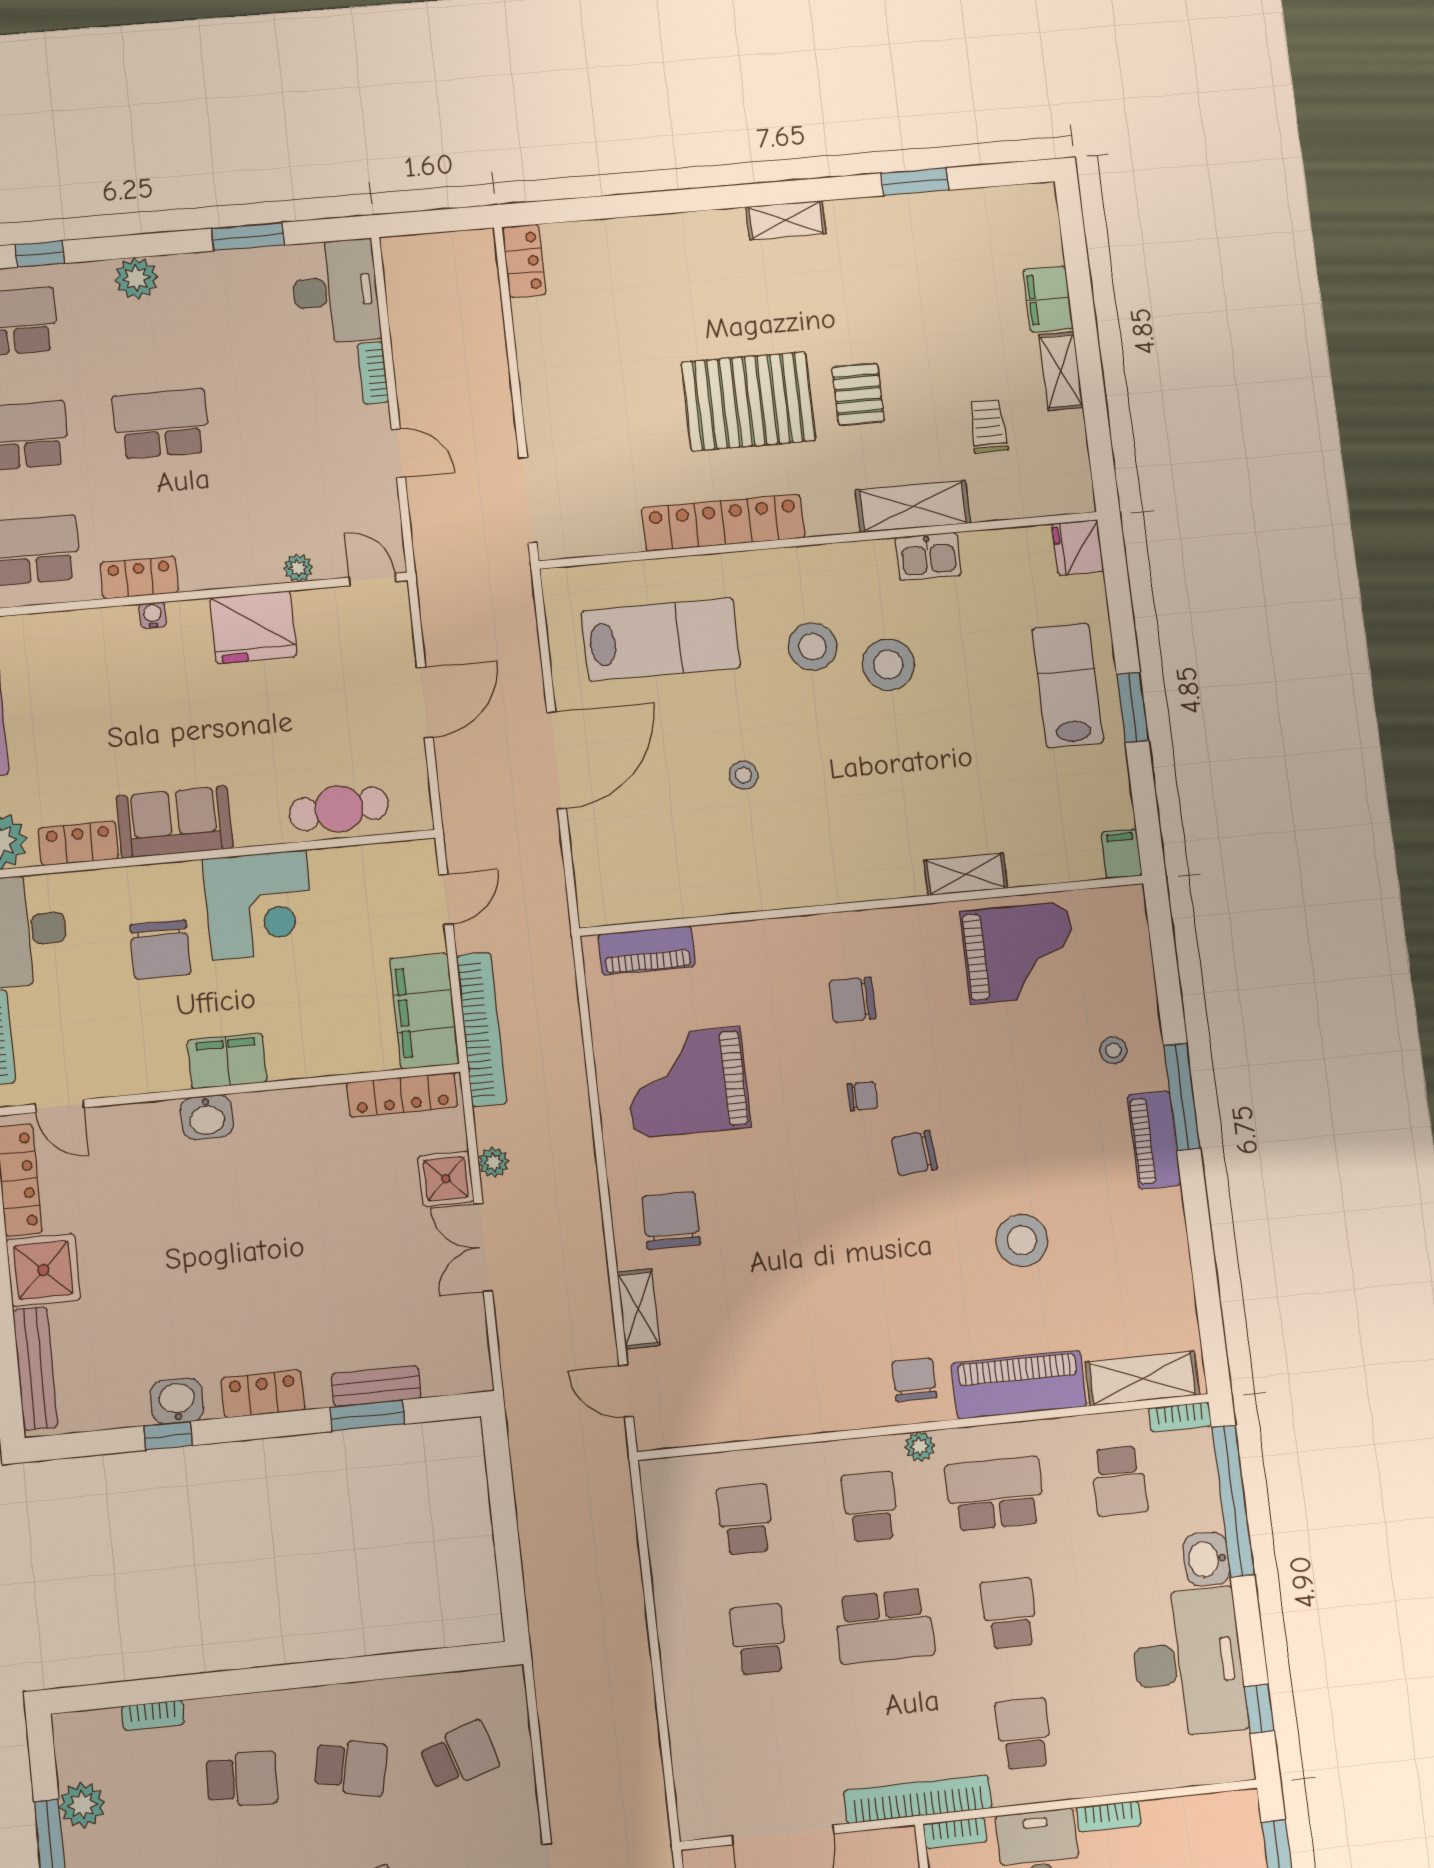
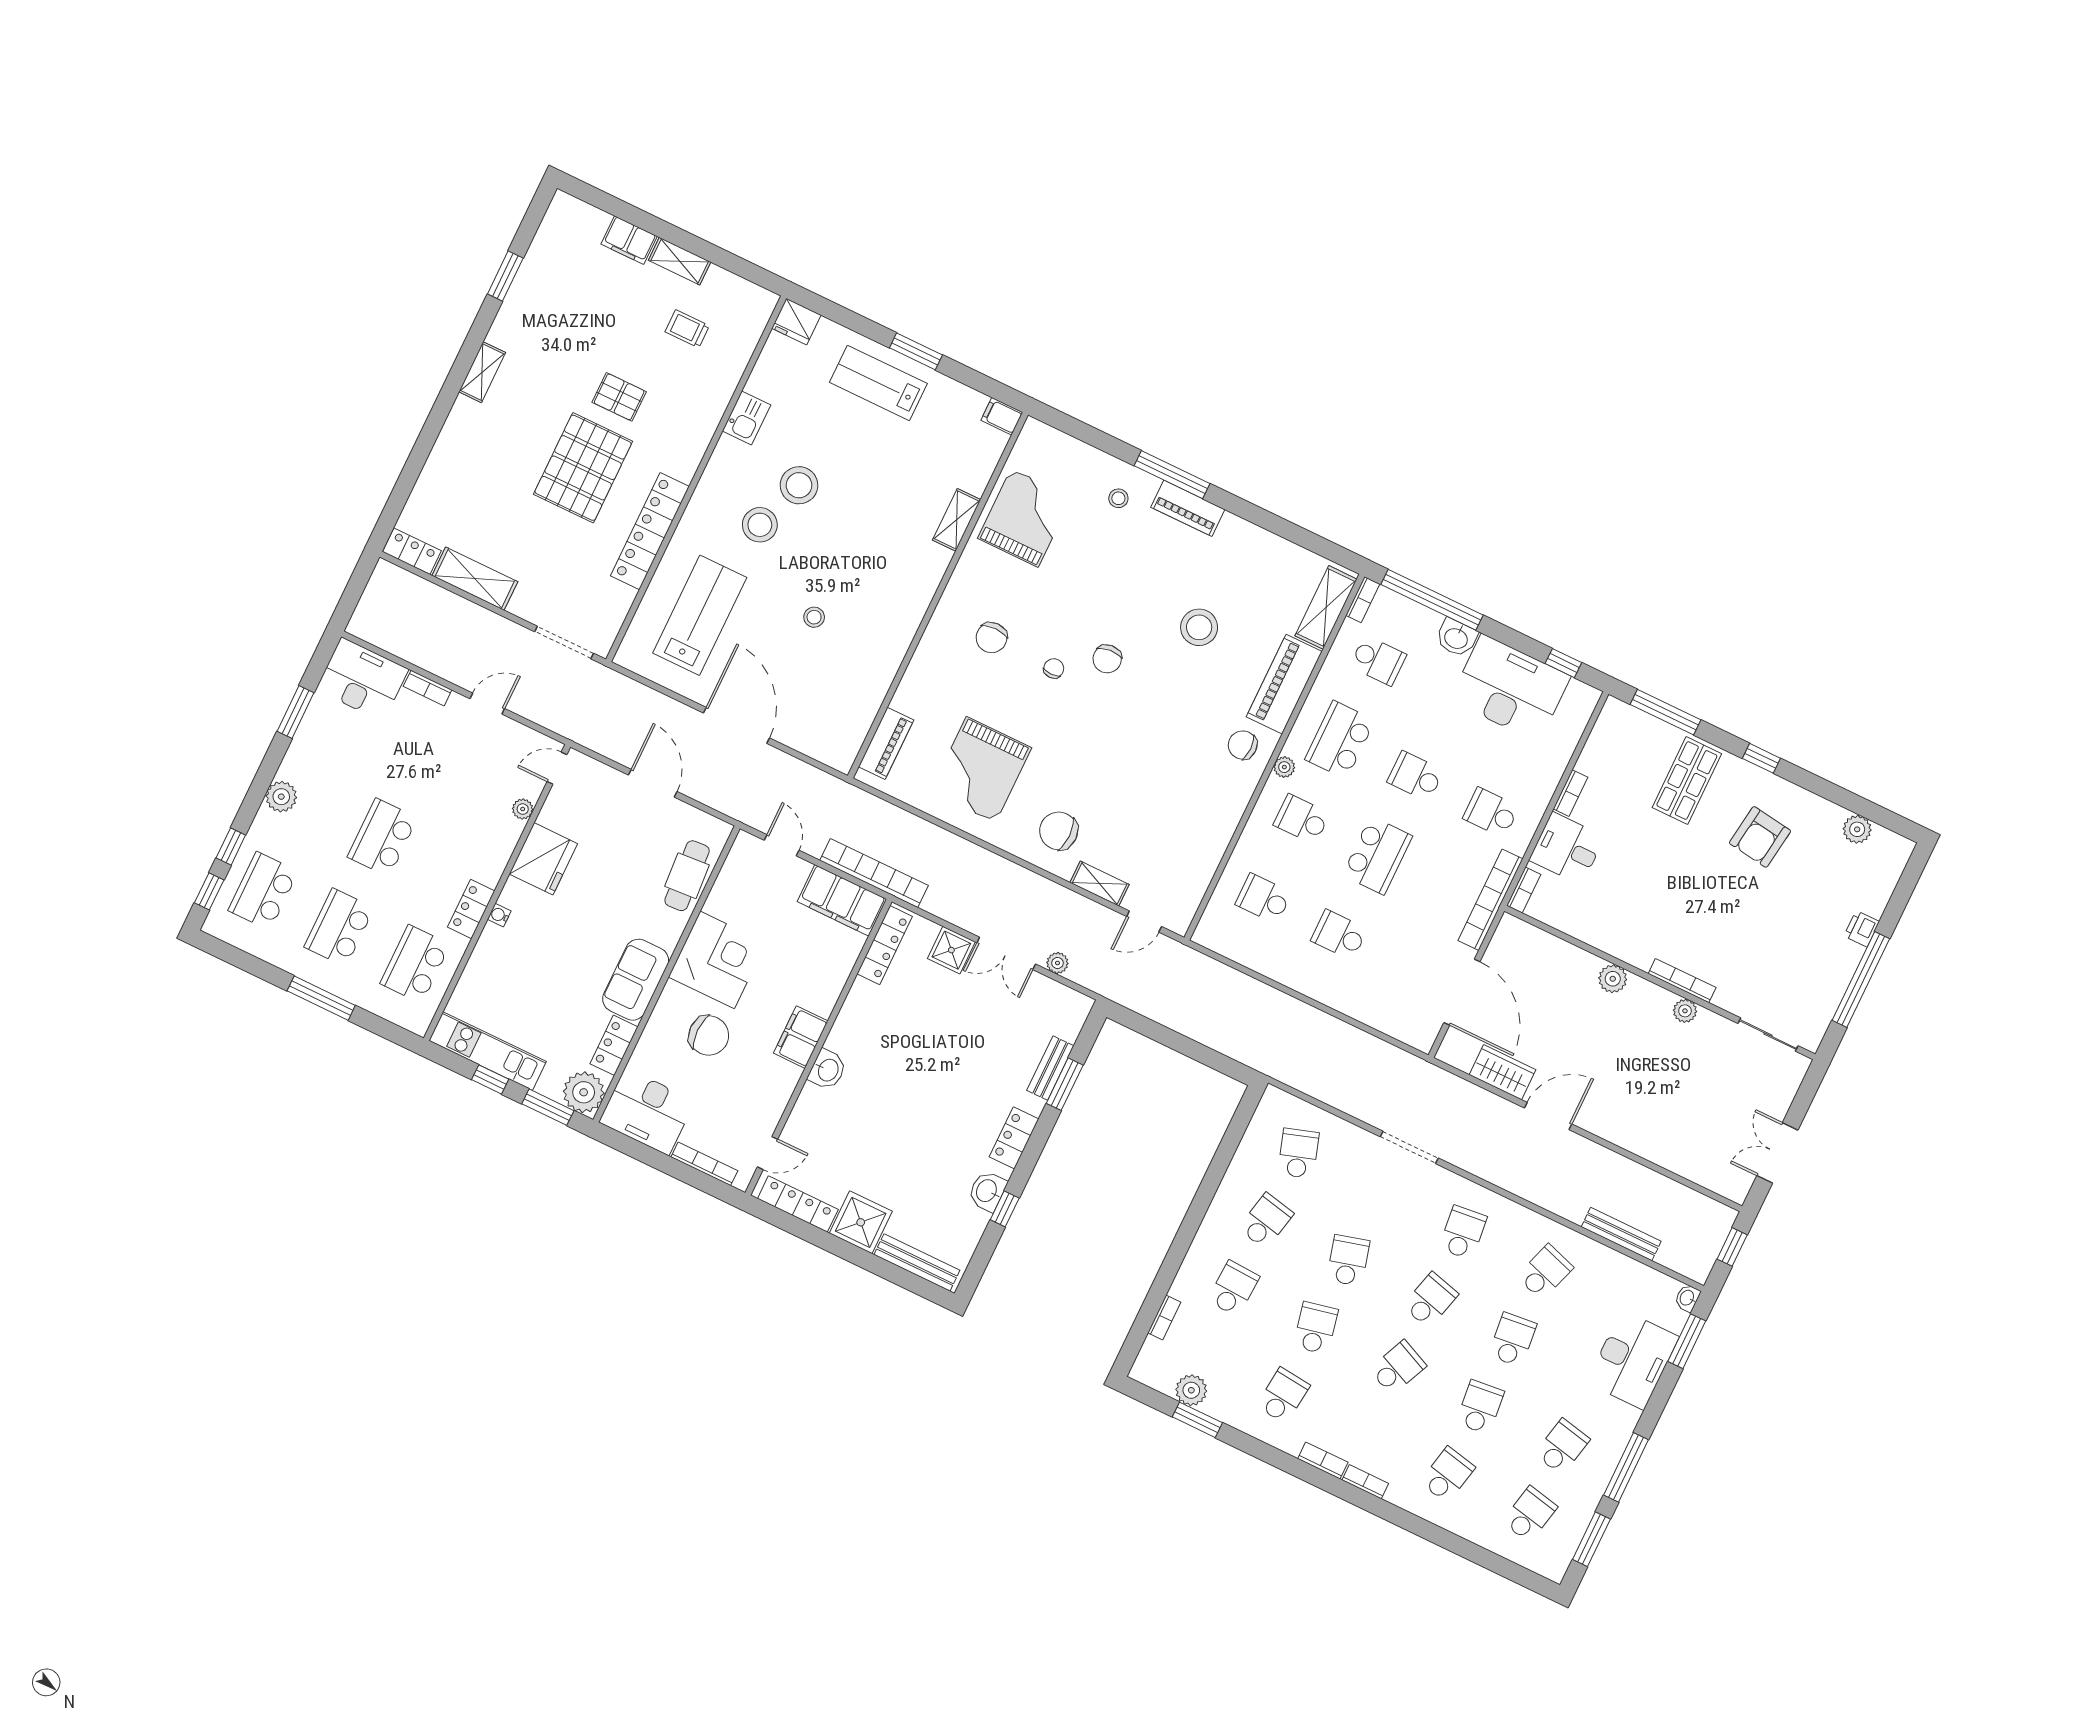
shelving: (913, 506) -> (475, 579), moved, turned 90
plant: (494, 1162) -> (1057, 963), moved

